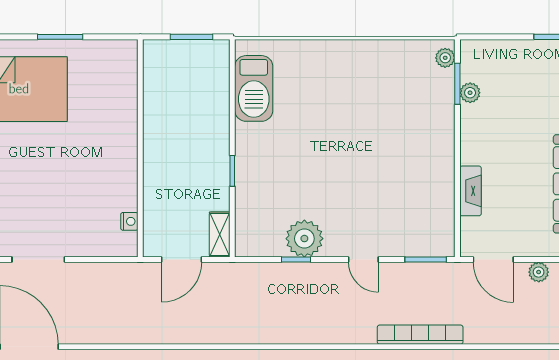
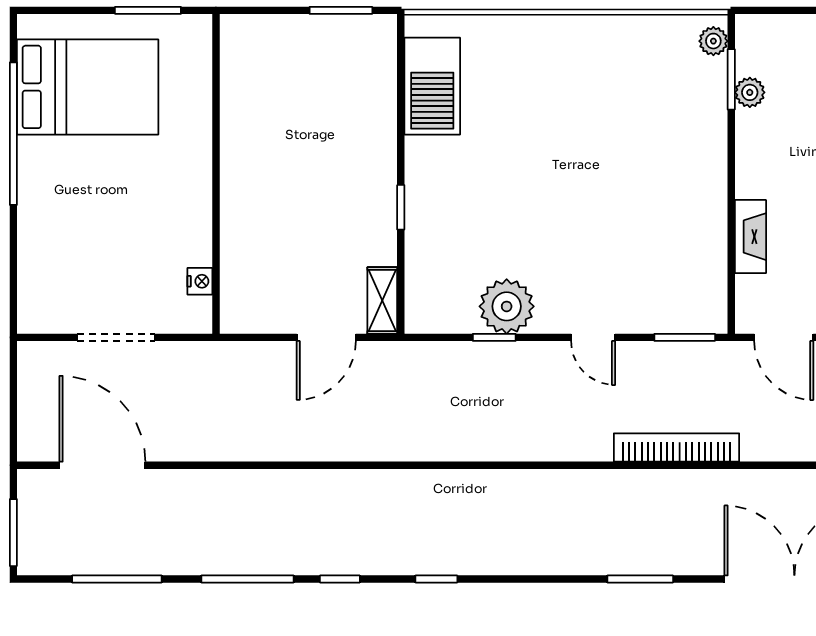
wall: (140, 148) -> (216, 174), moved
nightstand: (129, 221) -> (200, 281), moved

